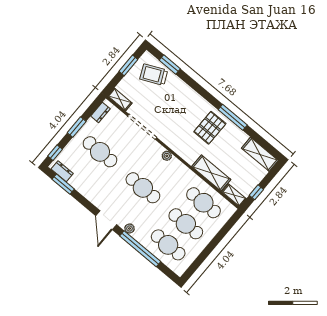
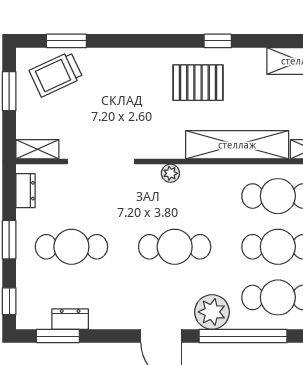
window: (233, 117) -> (218, 41), width x0.46
pallet: (210, 128) -> (198, 83), turned 90
dresser: (62, 171) -> (70, 319), moved
shelving: (211, 173) -> (237, 145), width x1.47
plant: (129, 228) -> (212, 312), width x1.88, depth x1.88

